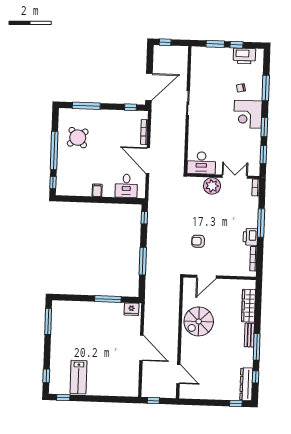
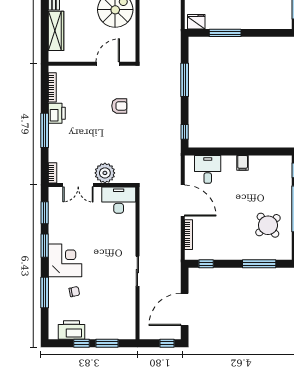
door: (149, 87) -> (185, 309), moved

